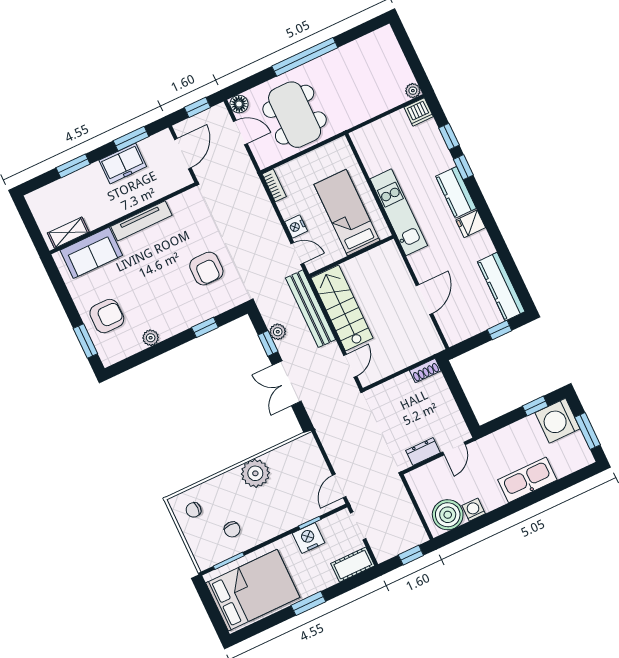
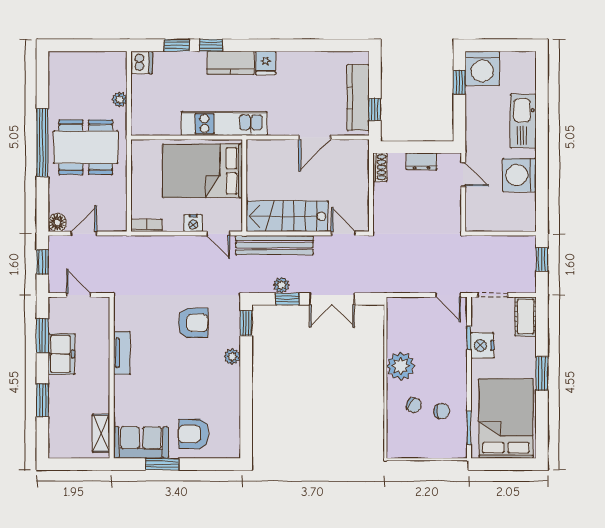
plant: (413, 91) -> (120, 99), moved
dining table: (295, 115) -> (86, 147), moved
door: (183, 154) -> (78, 295), width x0.73
bed: (347, 213) -> (202, 171), width x1.50
tv unit: (141, 221) -> (122, 353), width x0.71
sofa: (91, 253) -> (141, 442), moved, turned -90
door: (297, 253) -> (218, 234), swing flipped
kitchen counter: (501, 287) -> (358, 97), moved, turned 90
door: (424, 299) -> (315, 137), swing flipped
armchair: (107, 316) -> (194, 434), turned -90
window: (205, 327) -> (246, 323), moved
window: (500, 330) -> (375, 109), moved
plant: (151, 338) -> (232, 357), moved
window: (85, 341) -> (162, 464), moved
window: (588, 431) -> (504, 45), removed
dresser: (423, 452) -> (422, 161), moved, turned -90
chair: (194, 510) -> (414, 405), moved, turned -58
washing machine: (474, 510) -> (519, 175), width x1.89, depth x1.89
boiler: (448, 515) -> (521, 209), removed

